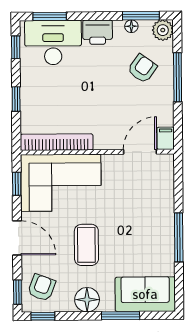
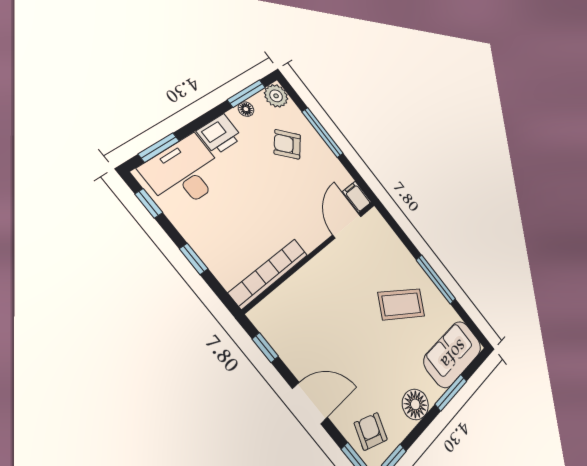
armchair: (142, 69) -> (287, 144), turned -82
corner sofa: (61, 183) -> (305, 311), removed
coffee table: (86, 245) -> (401, 304), moved, turned -57

